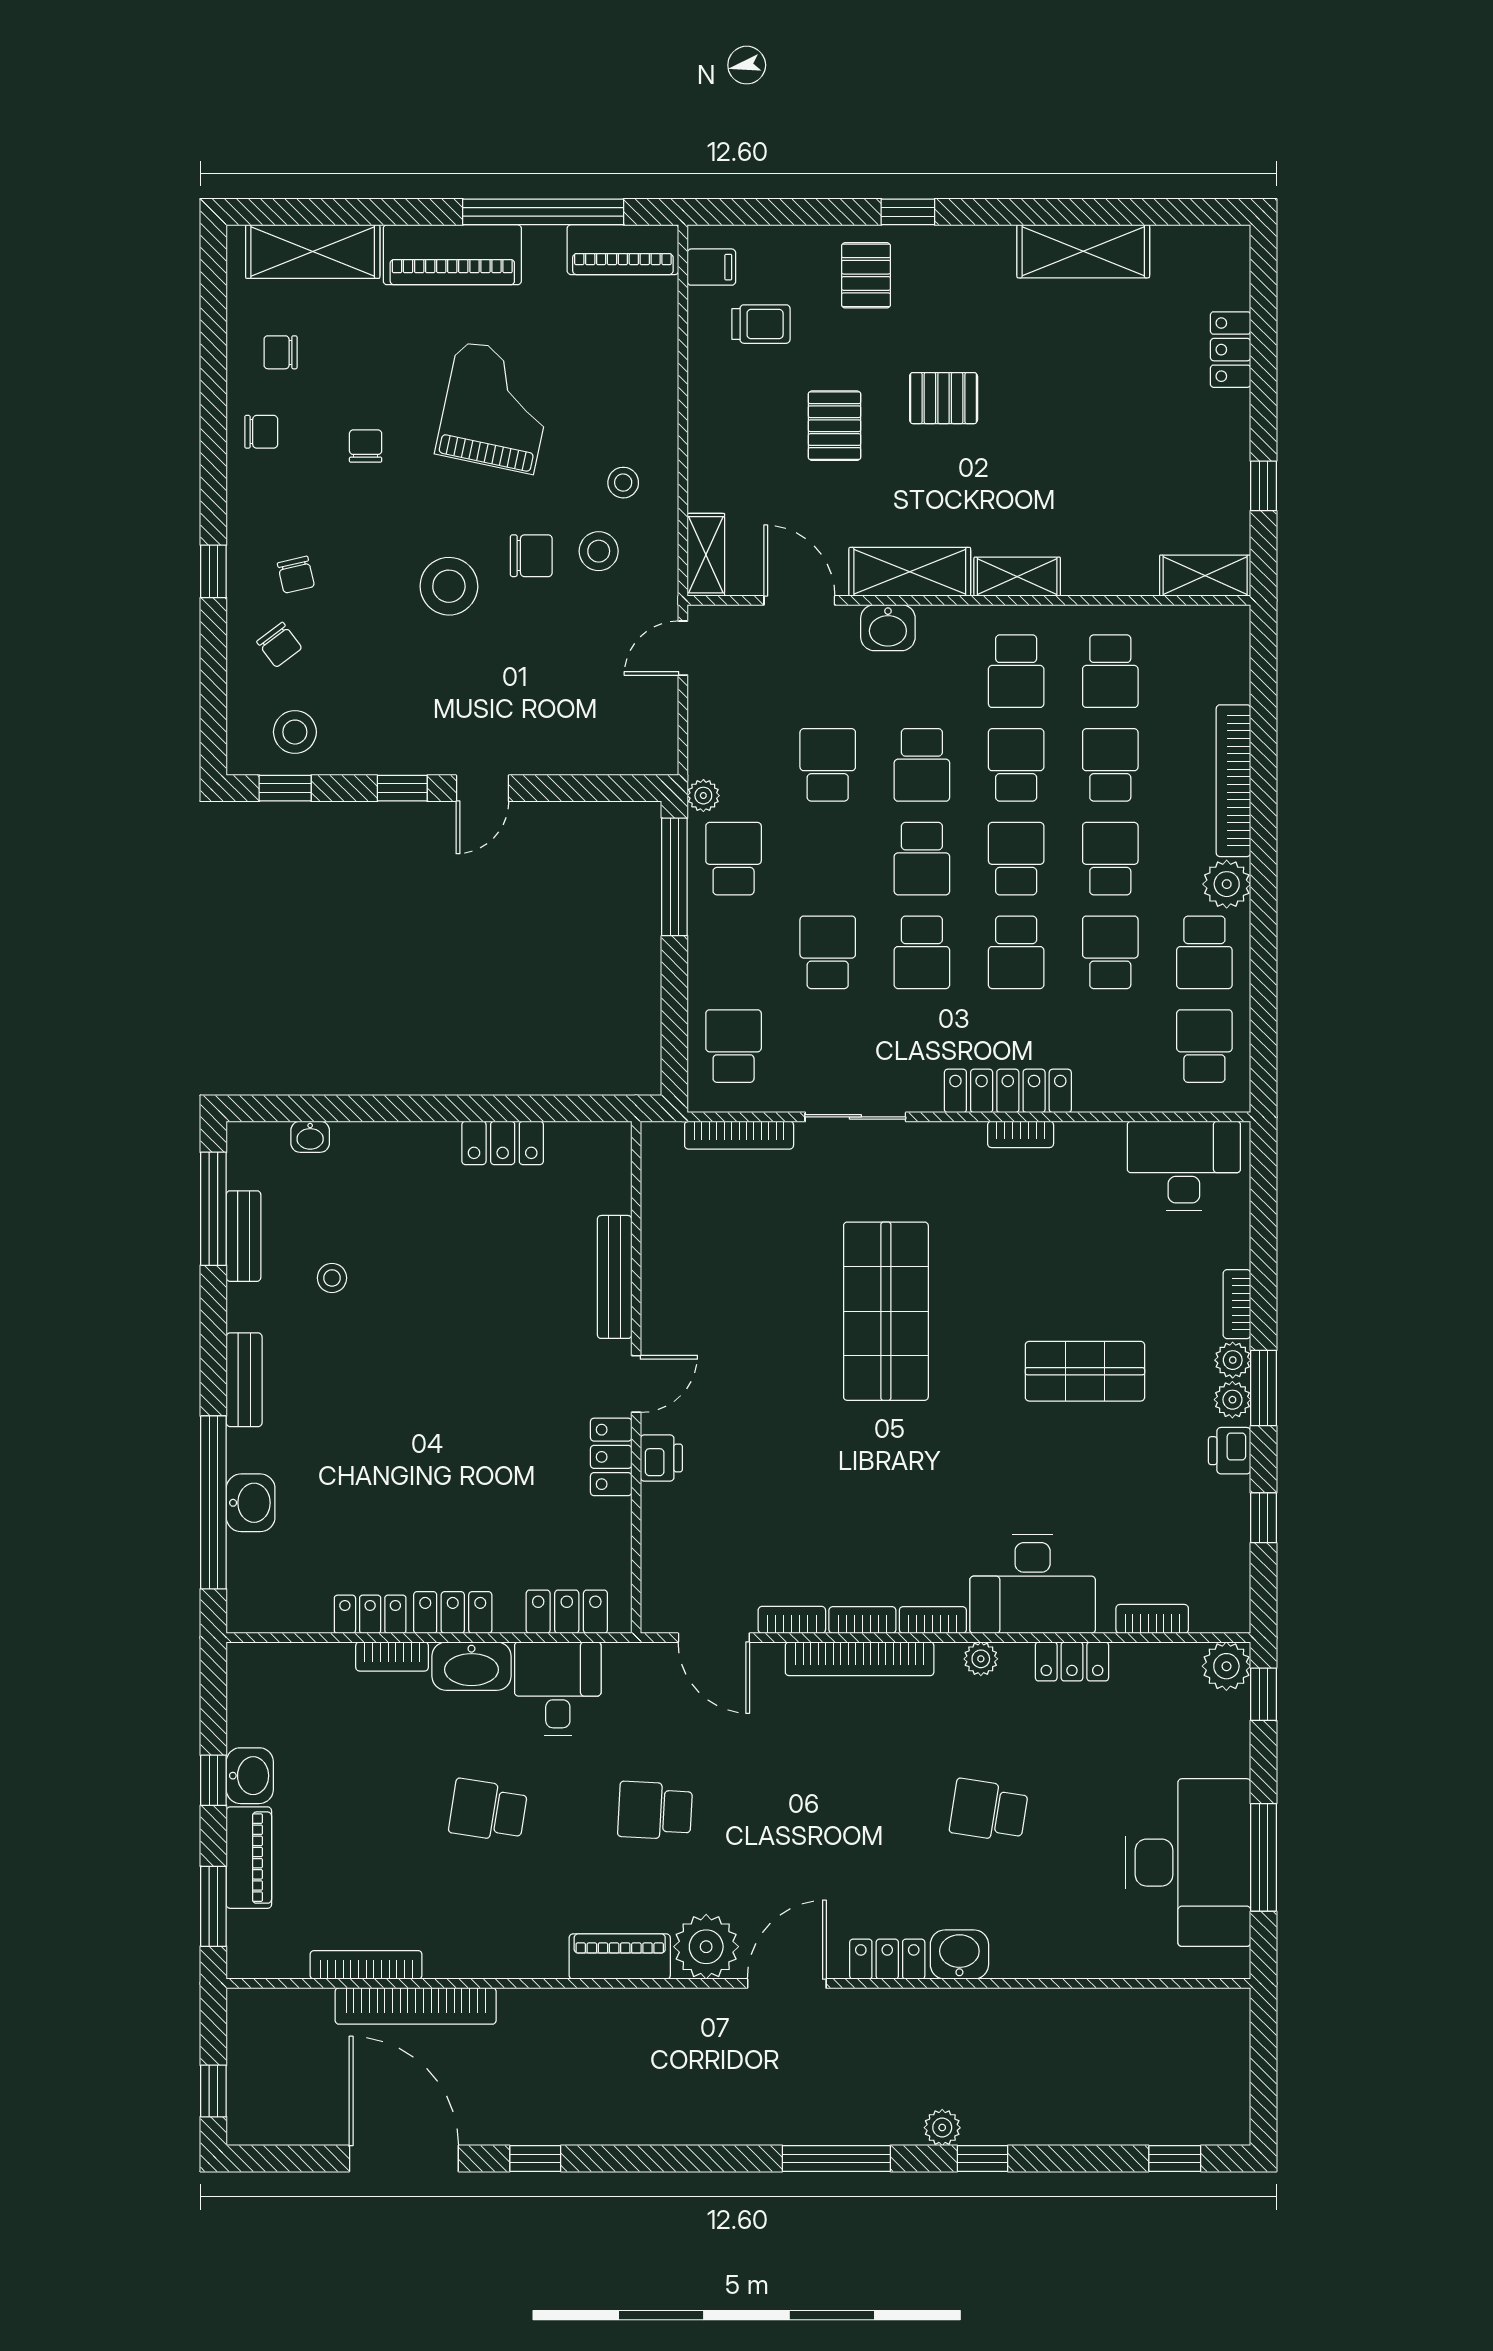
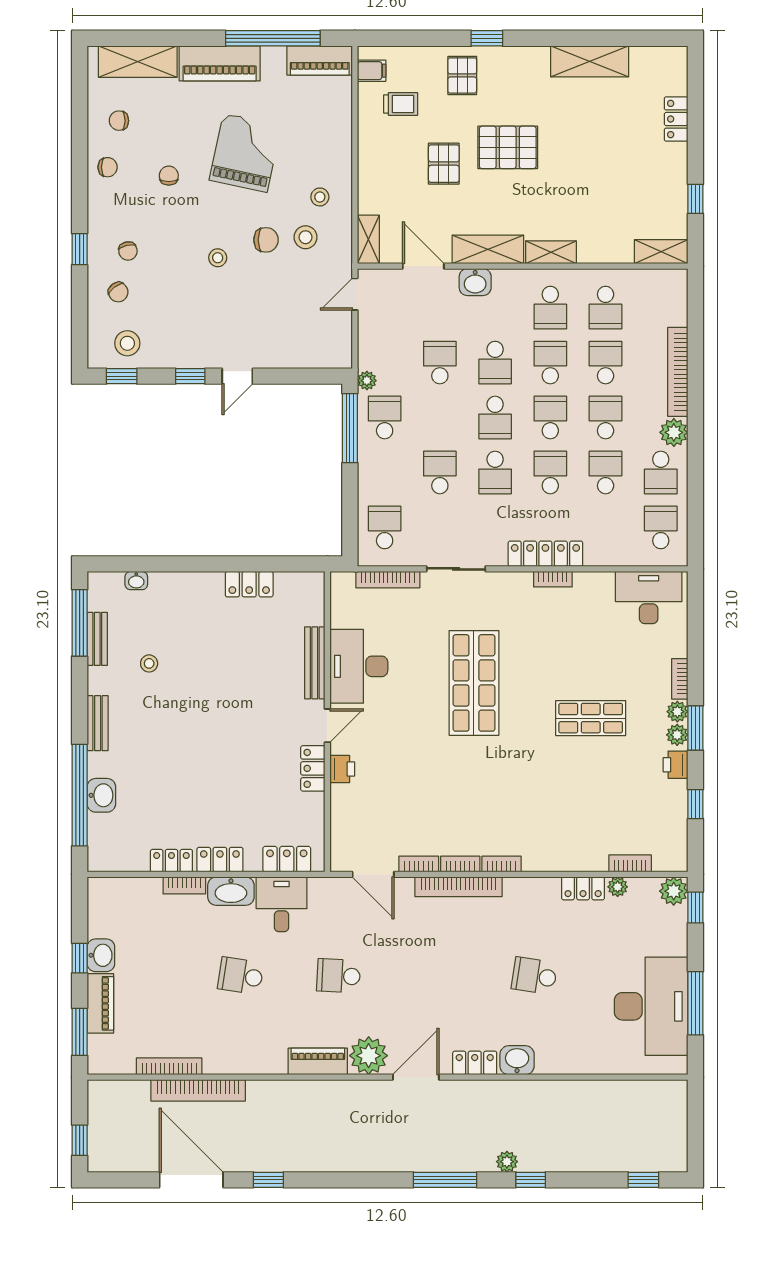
pallet: (944, 398) -> (508, 147), width x1.50, depth x1.42
stool: (449, 586) -> (218, 258), width x0.53, depth x0.53
school desk: (1016, 952) -> (550, 472), turned 180
desk: (1033, 1584) -> (359, 666), moved, turned 90
plant: (981, 1659) -> (618, 887), moved

